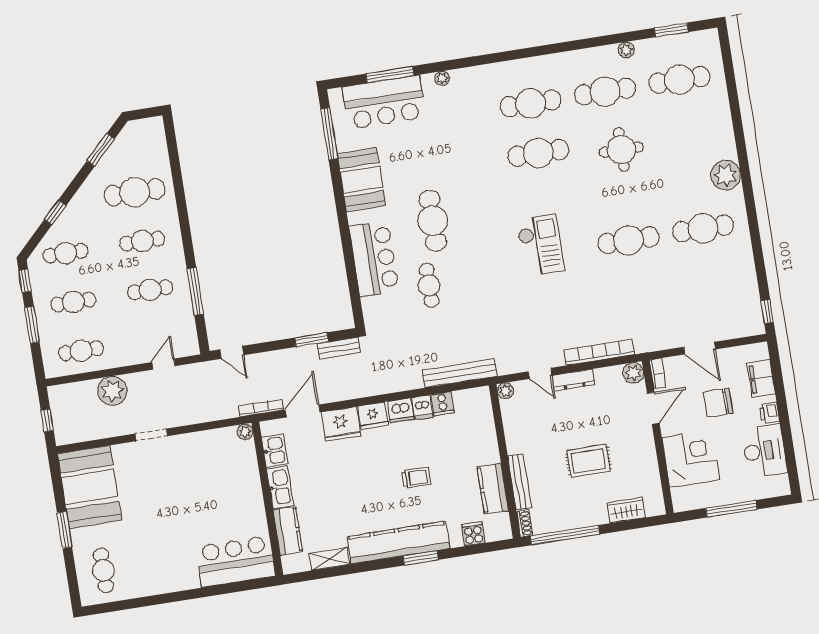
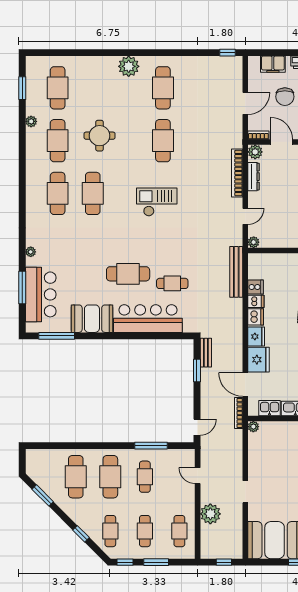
cafe table: (142, 241) -> (110, 477), width x1.37, depth x1.35
bar counter: (374, 259) -> (148, 319), width x1.36
dresser: (574, 380) -> (253, 177), moved

